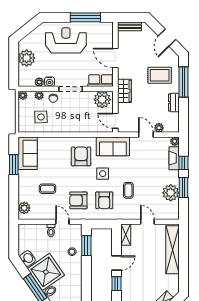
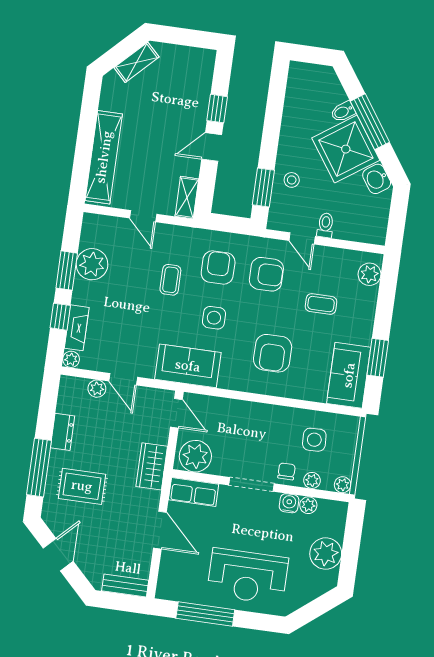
armchair: (81, 156) -> (273, 353), moved

